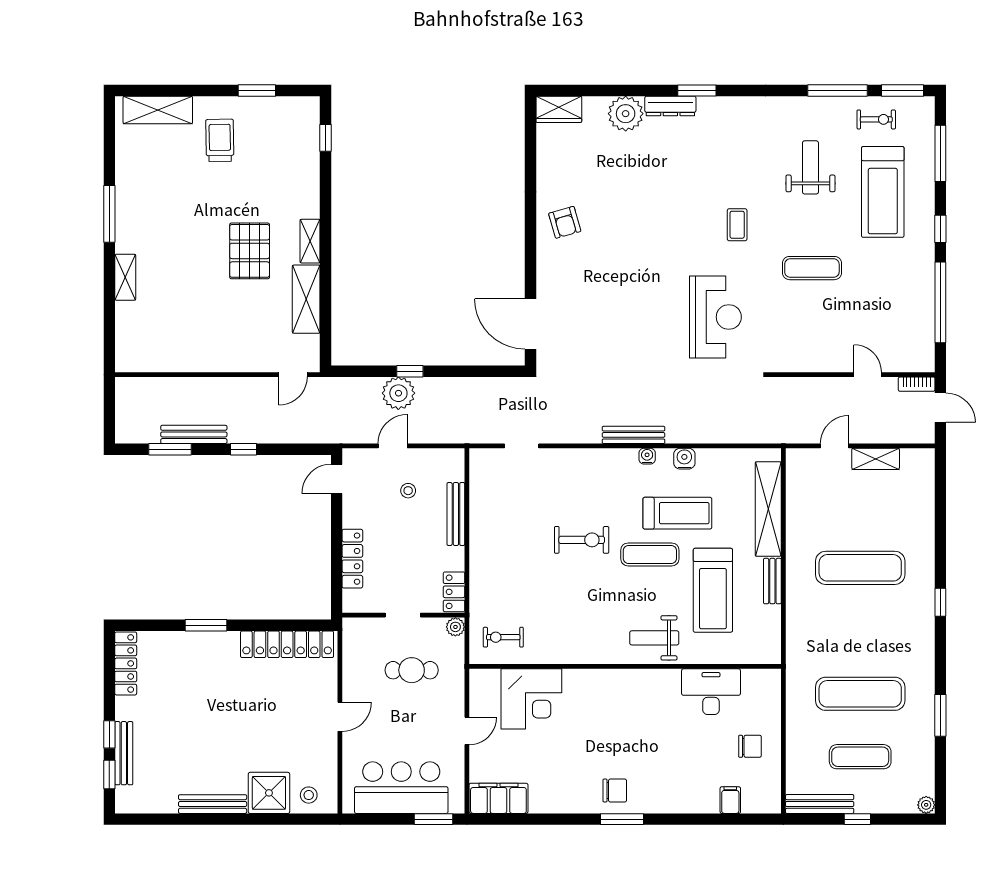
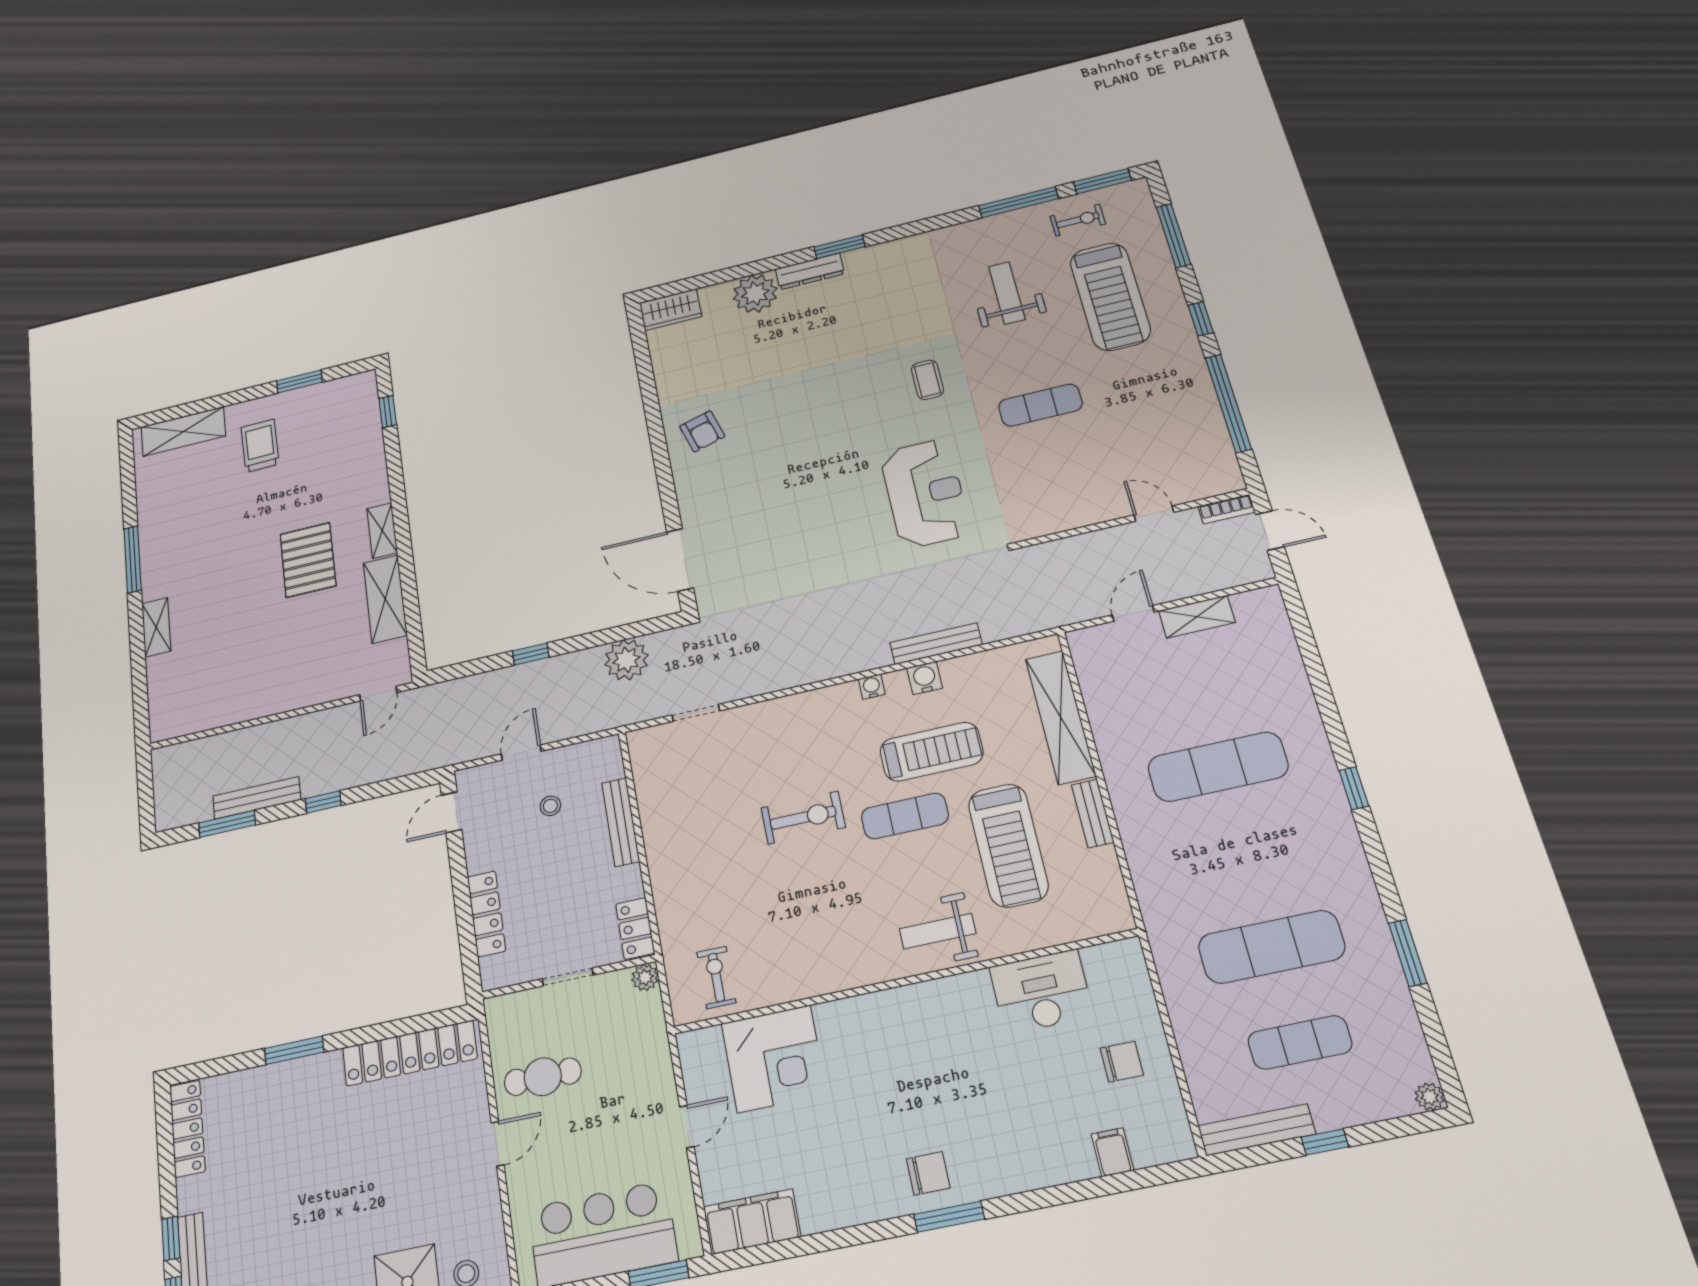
plant: (398, 393) -> (626, 660), moved
bench: (634, 435) -> (936, 644), moved
exercise bike: (503, 637) -> (716, 977), turned 90
cafe table: (412, 670) -> (543, 1077), moved

